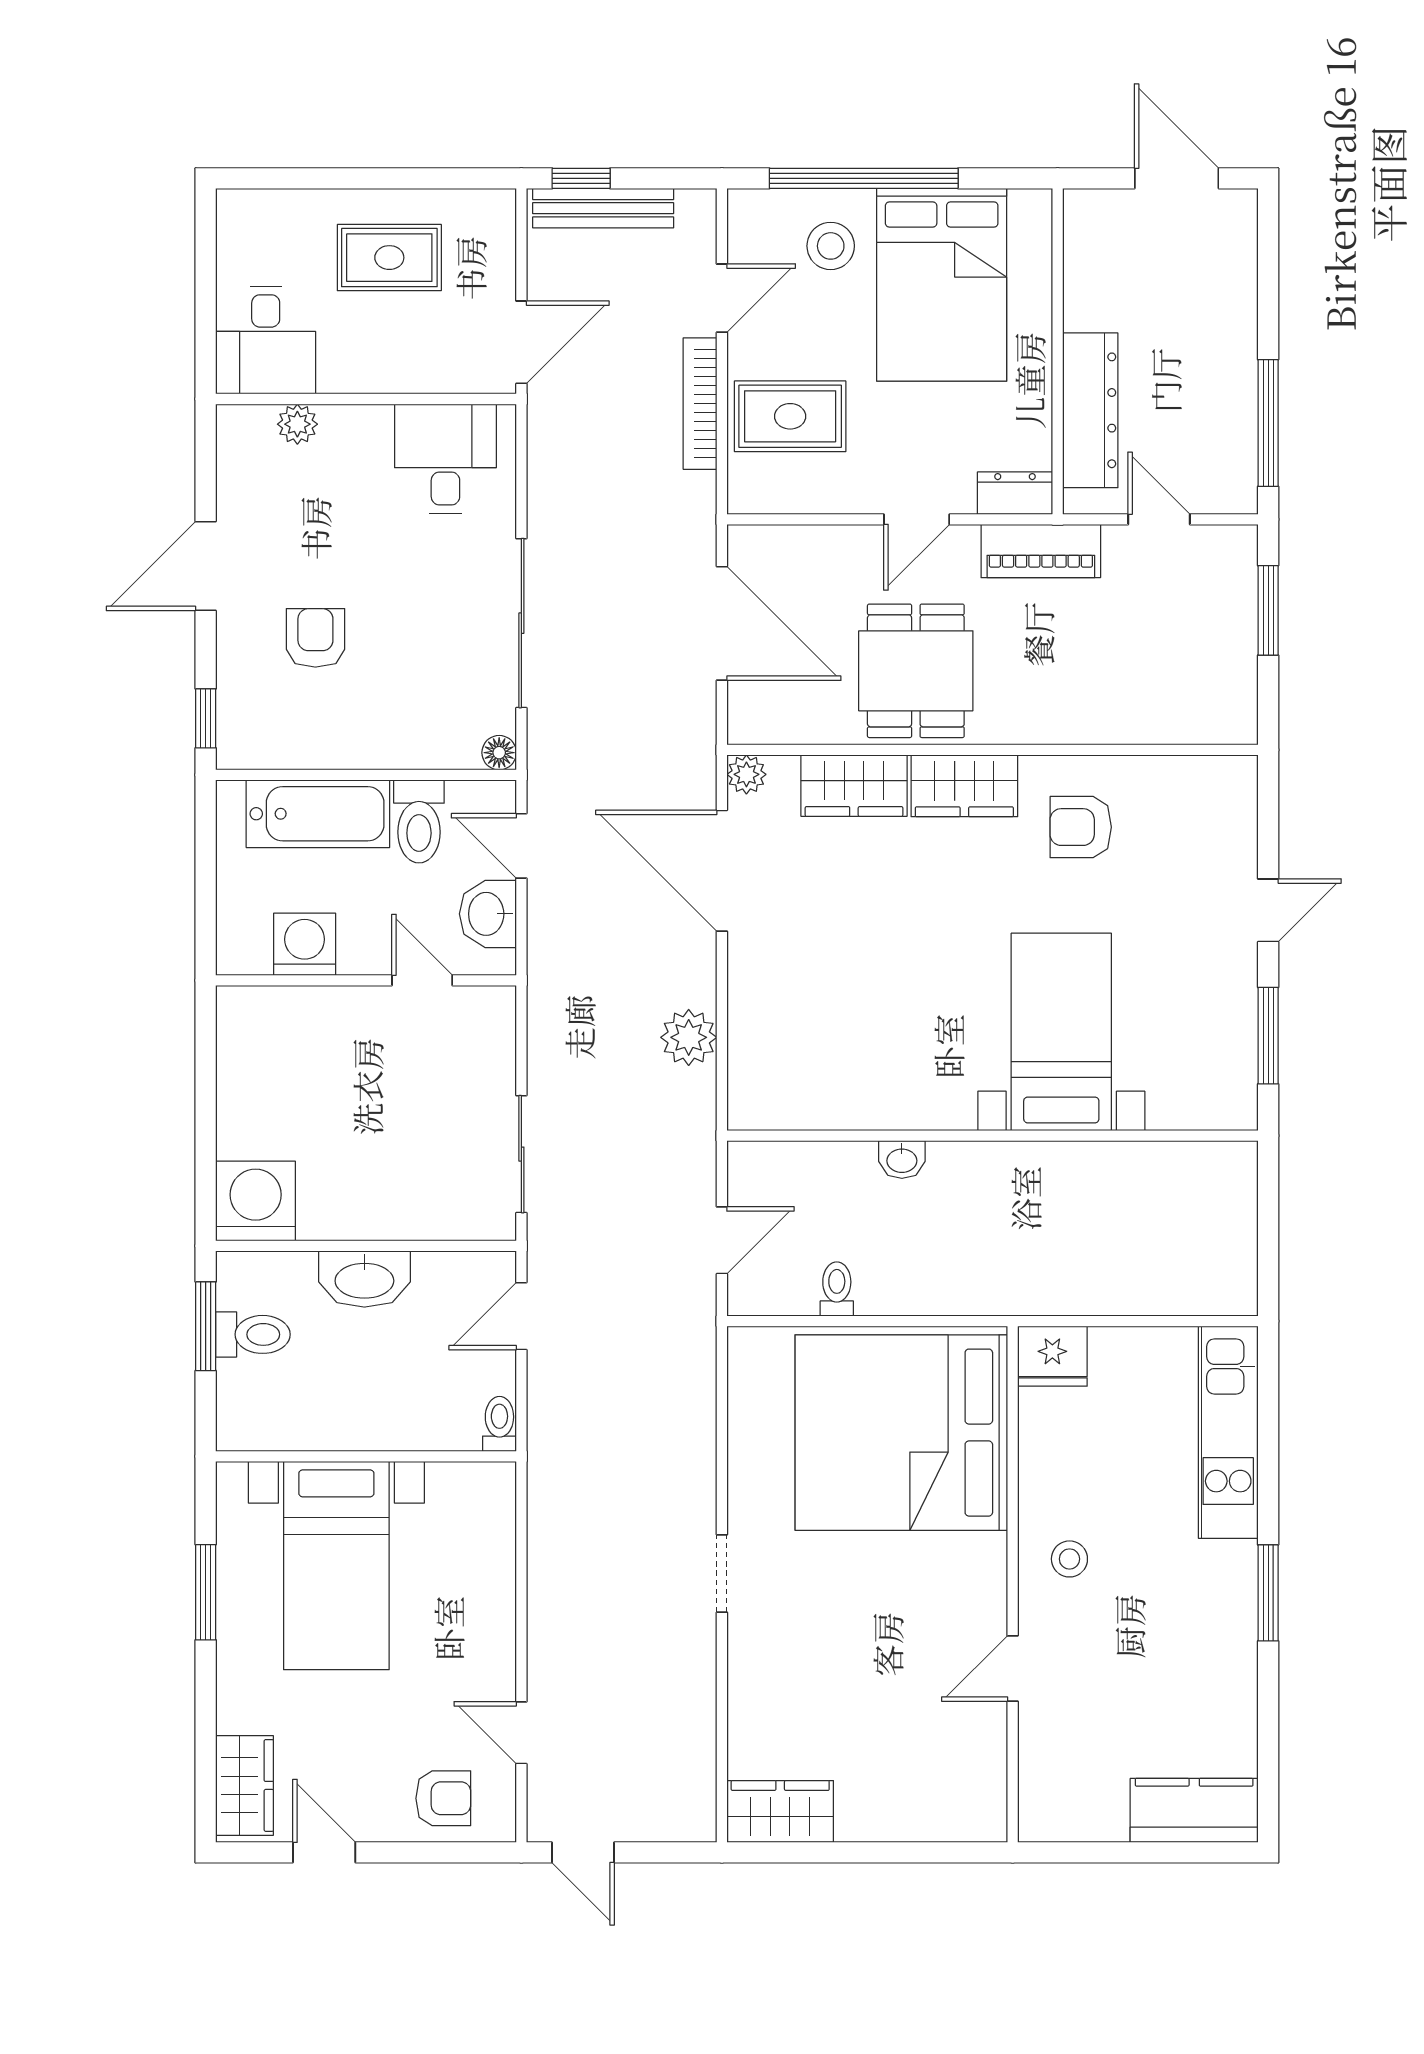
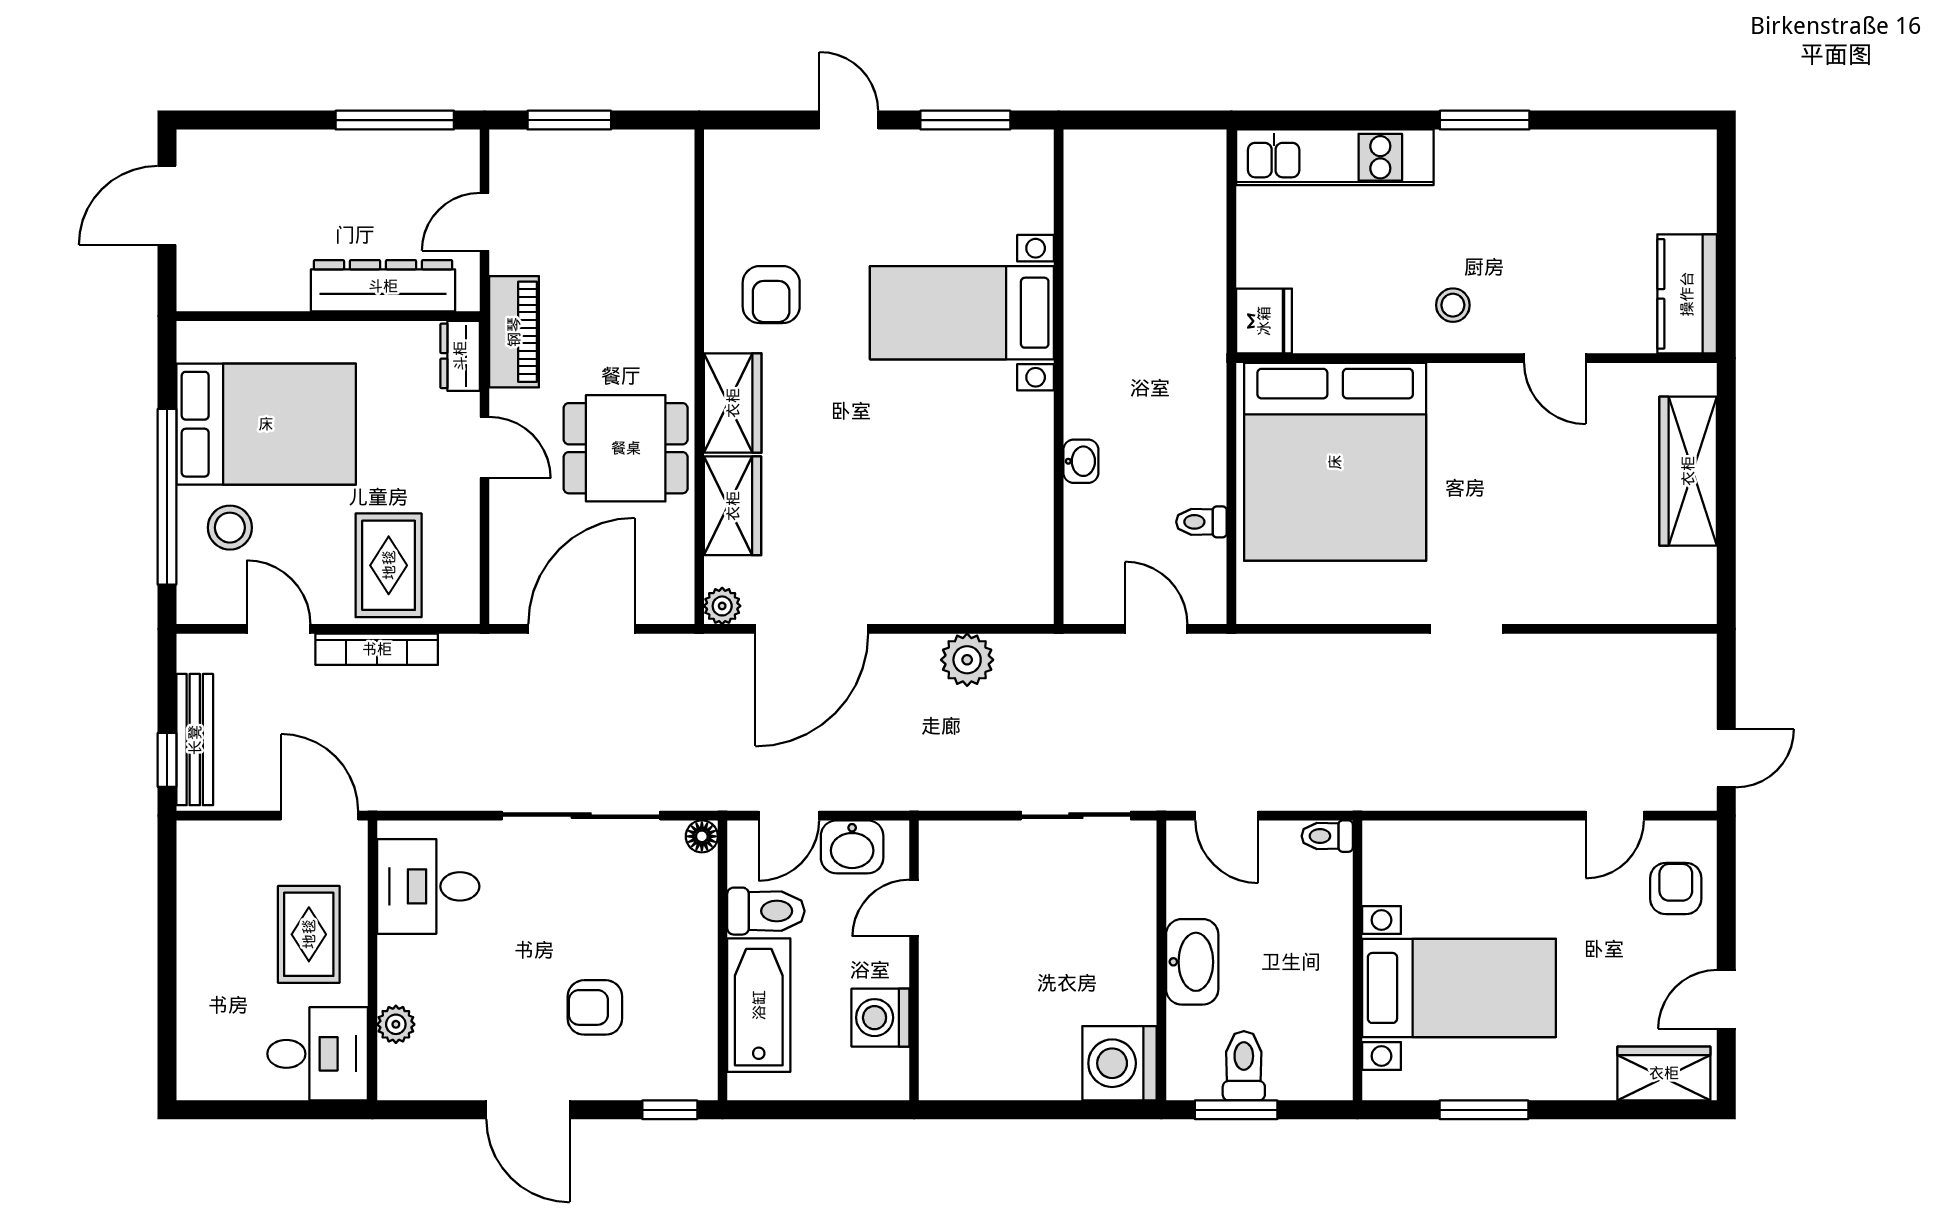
rug: (389, 258) -> (309, 934), moved
kitchen counter: (1194, 1810) -> (1687, 294), moved
wardrobe: (780, 1811) -> (1688, 471), moved, width x1.50

